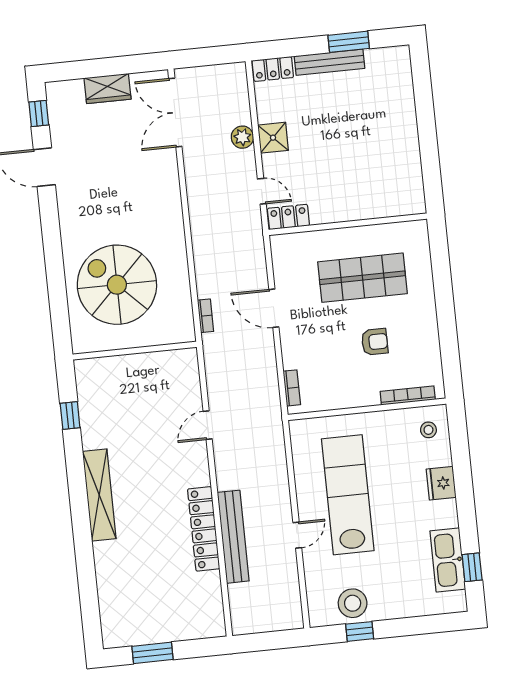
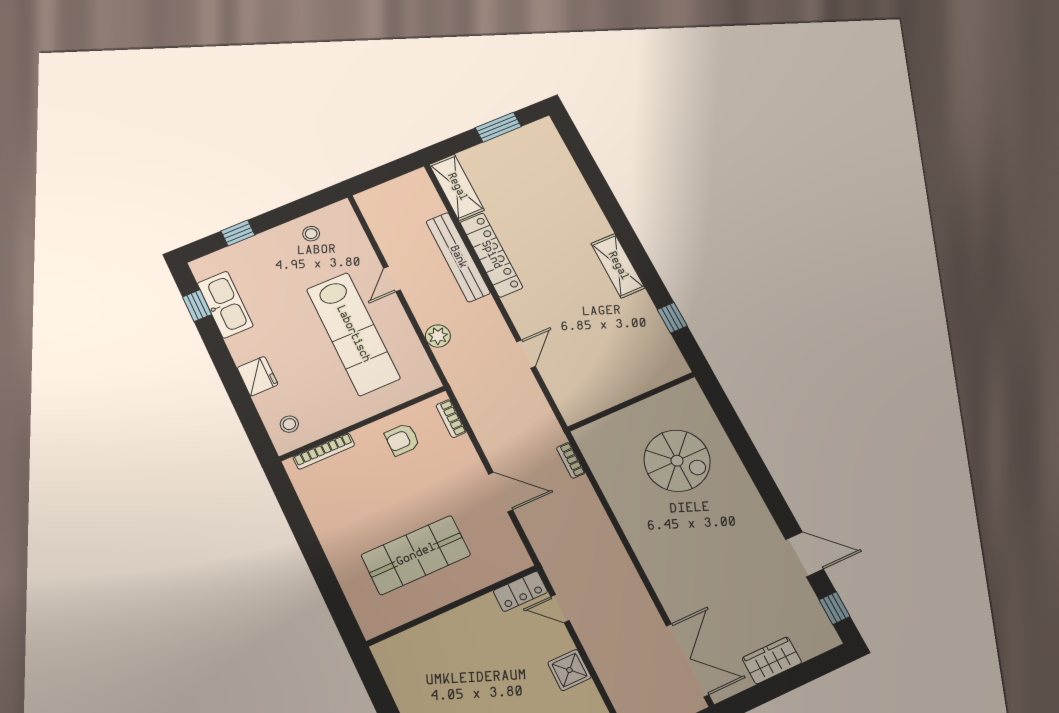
plant: (242, 137) -> (438, 336), moved
spiral stairs: (117, 285) -> (677, 461), width x0.73, depth x0.73
armchair: (375, 342) -> (402, 439), moved
shelving: (99, 495) -> (618, 266), width x0.68
stool: (353, 603) -> (311, 234), width x0.53, depth x0.53
shelving: (211, 605) -> (457, 187), added
window: (360, 631) -> (238, 233), moved

